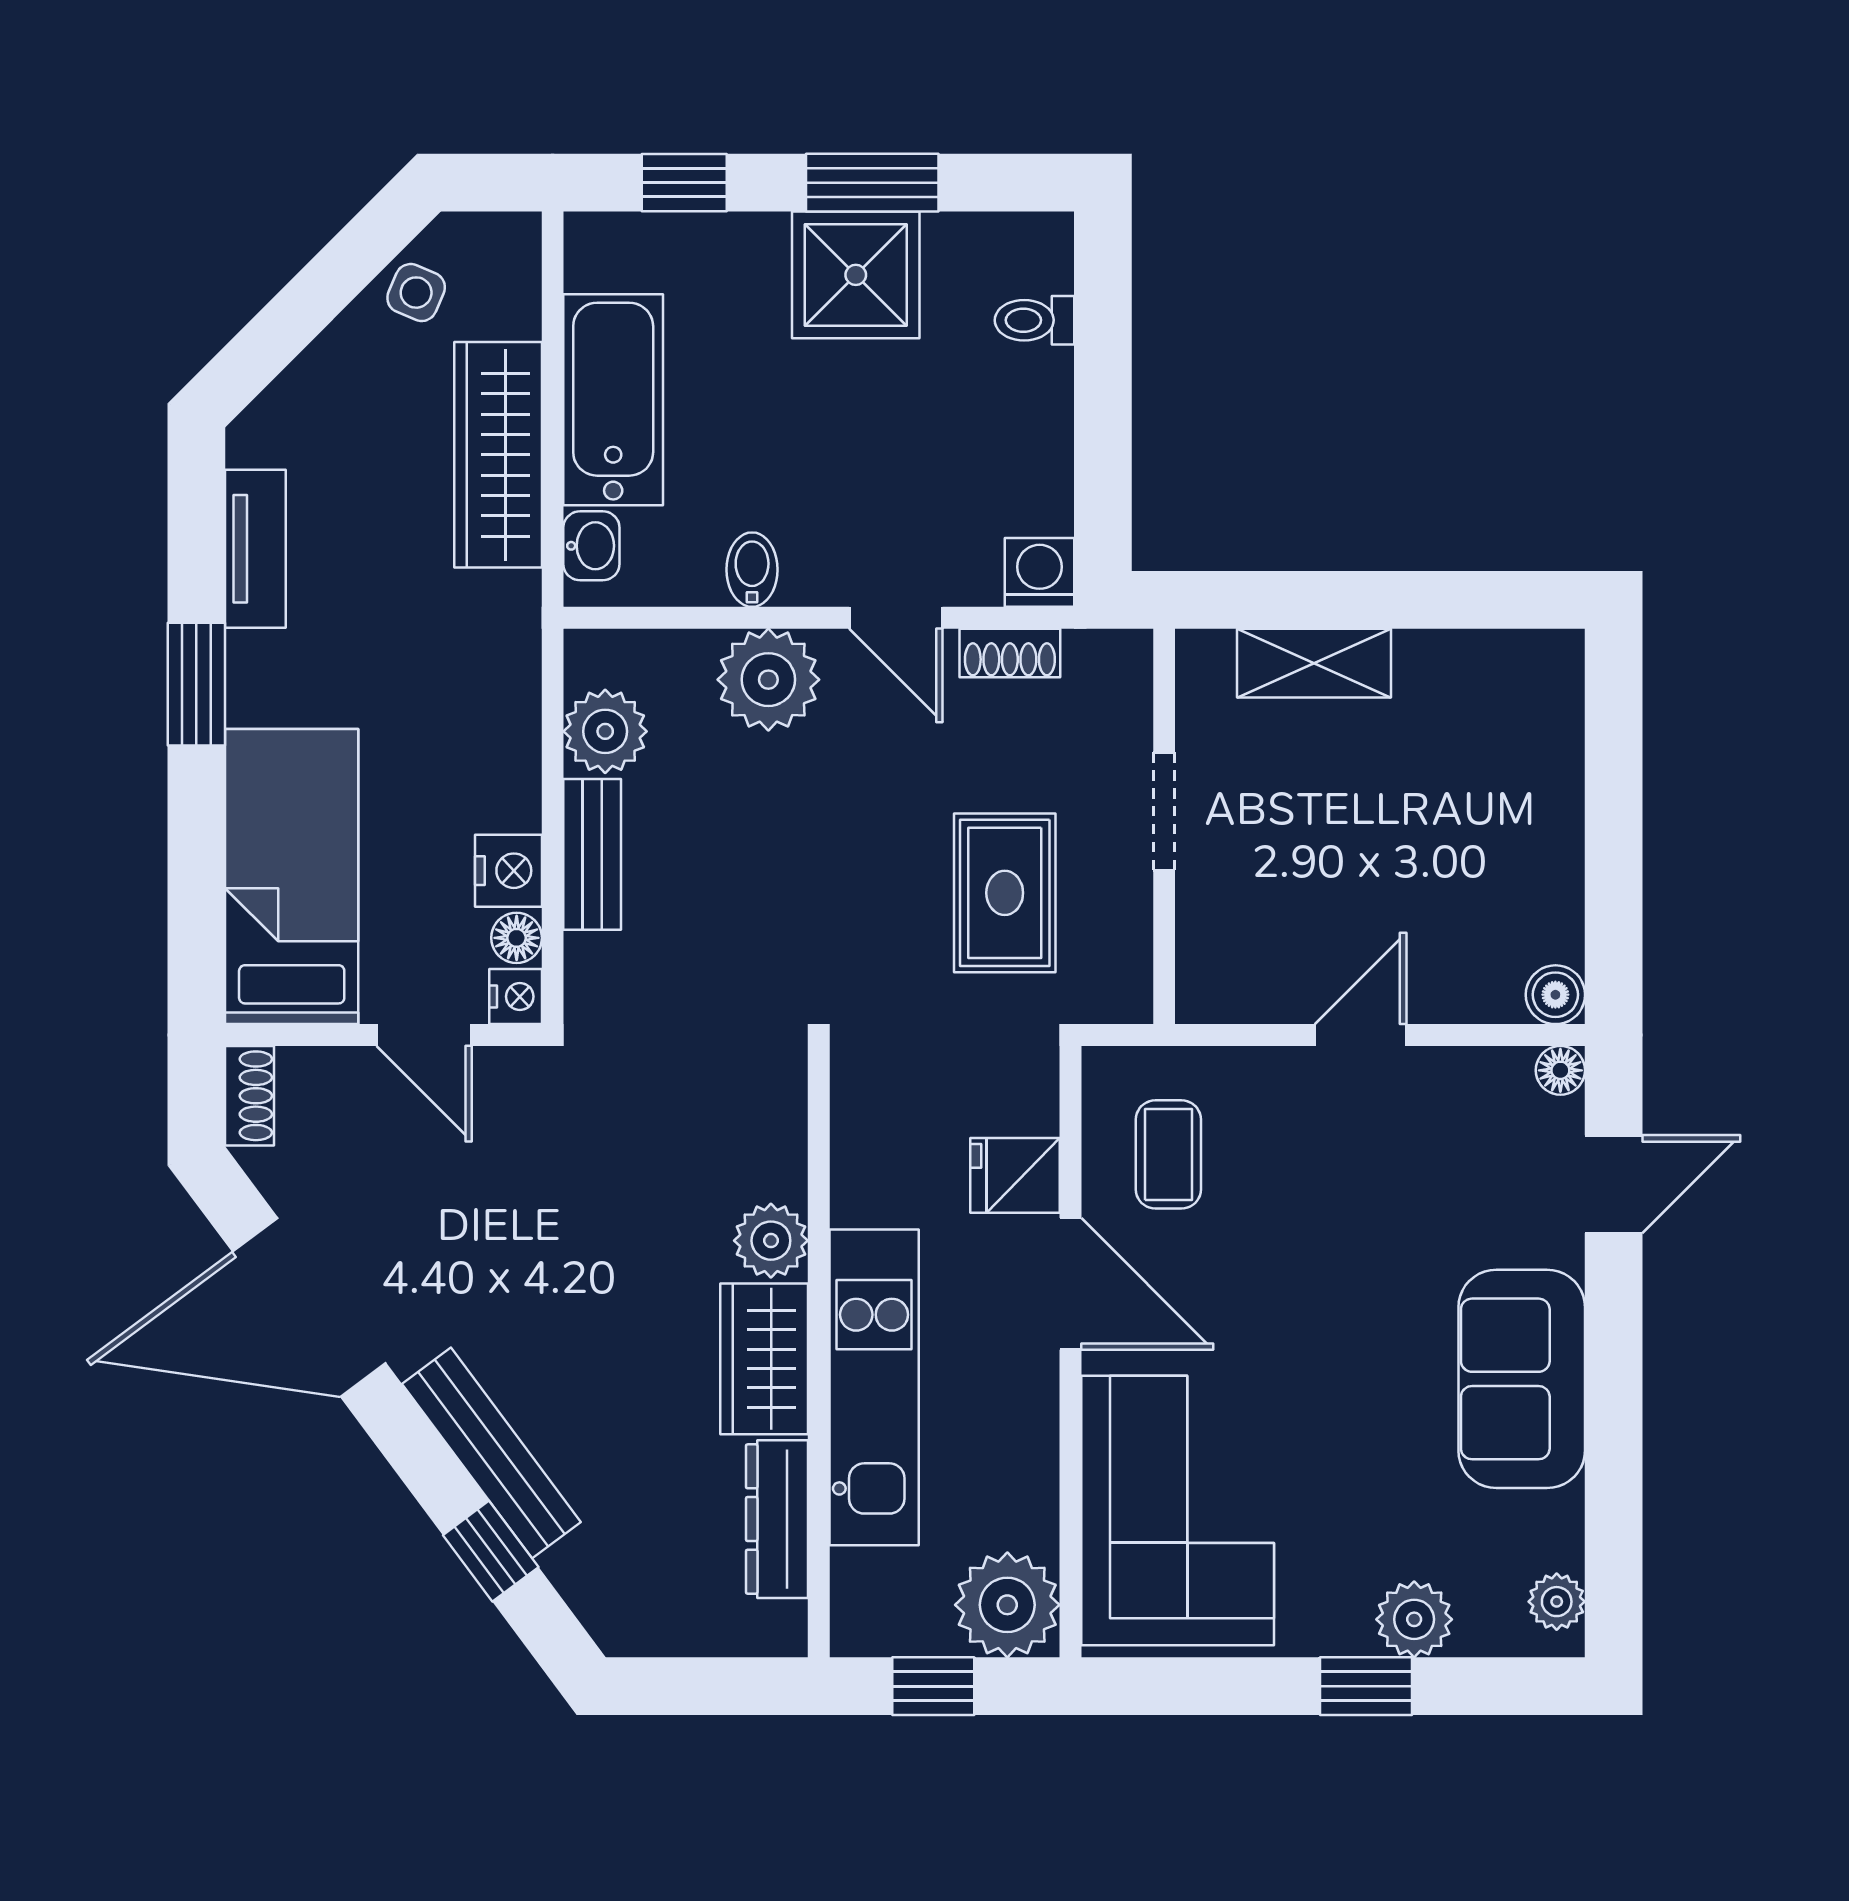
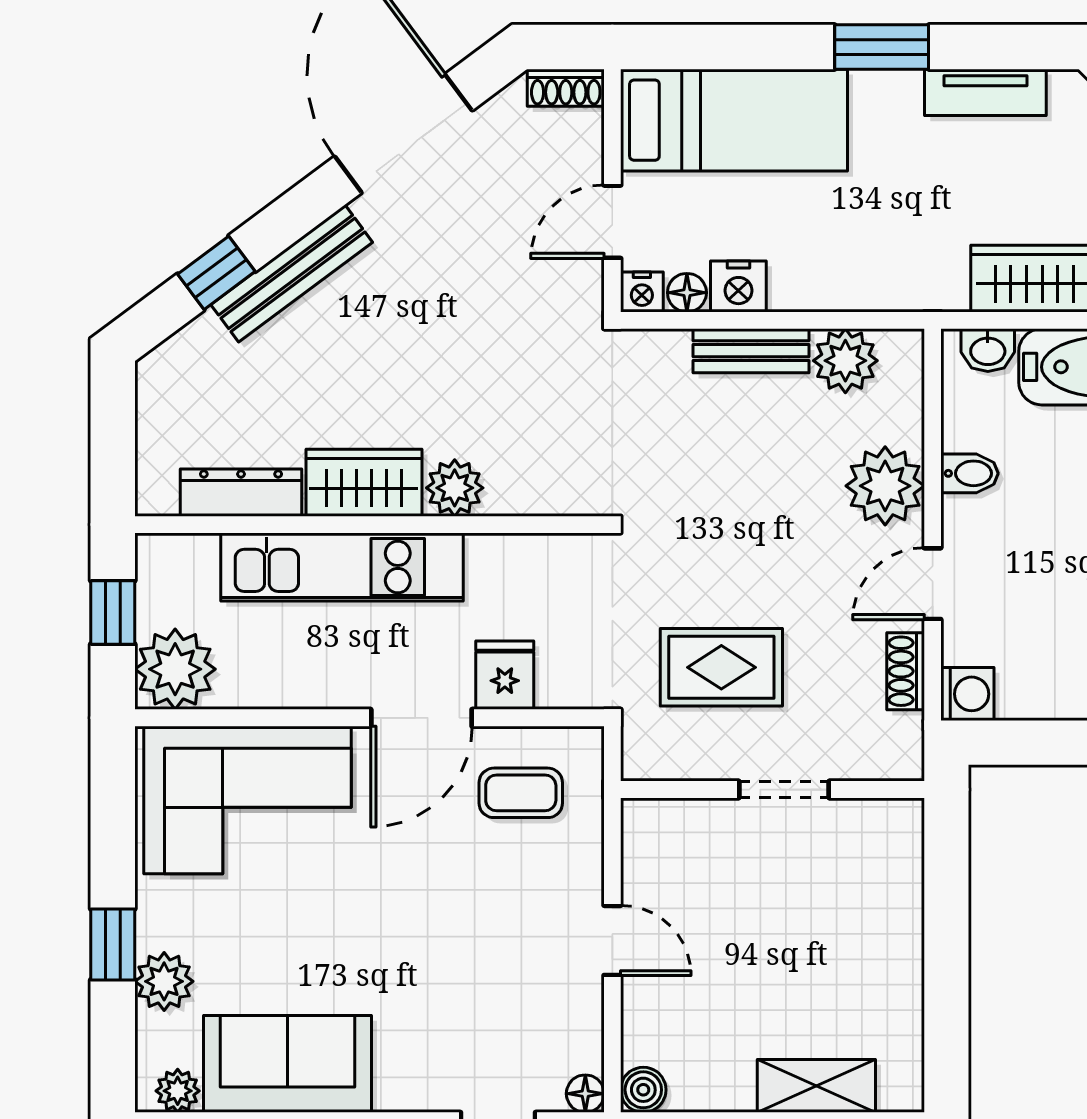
shelving: (1314, 663) -> (816, 1086), moved, turned 90
sofa: (1522, 1379) -> (288, 1064), moved

